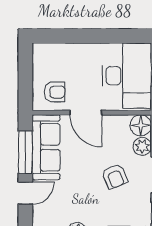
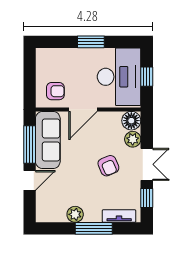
window: (95, 36) -> (91, 42), added
door: (86, 113) -> (83, 109), hinge flipped

